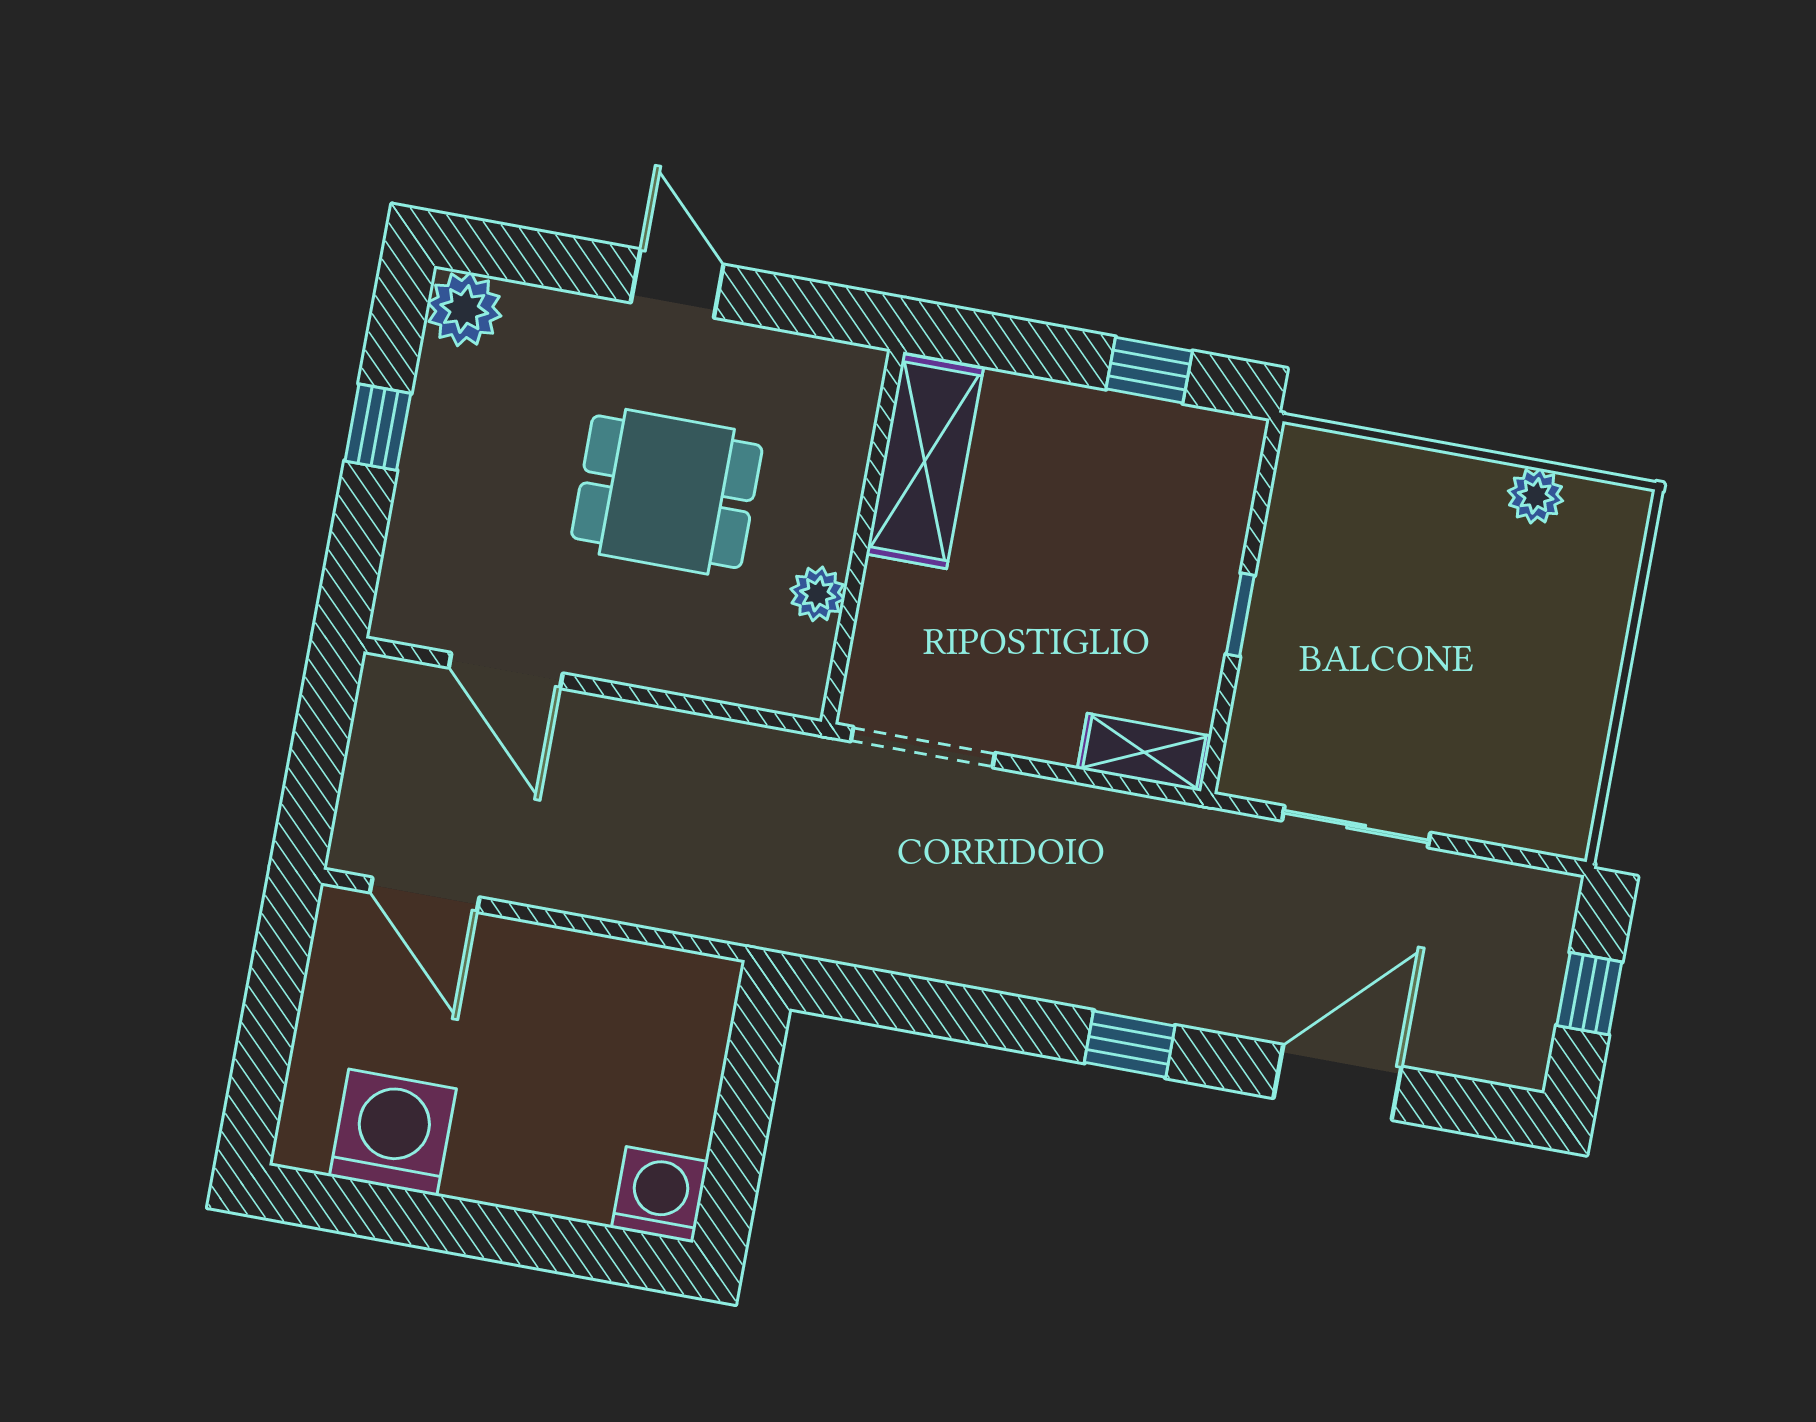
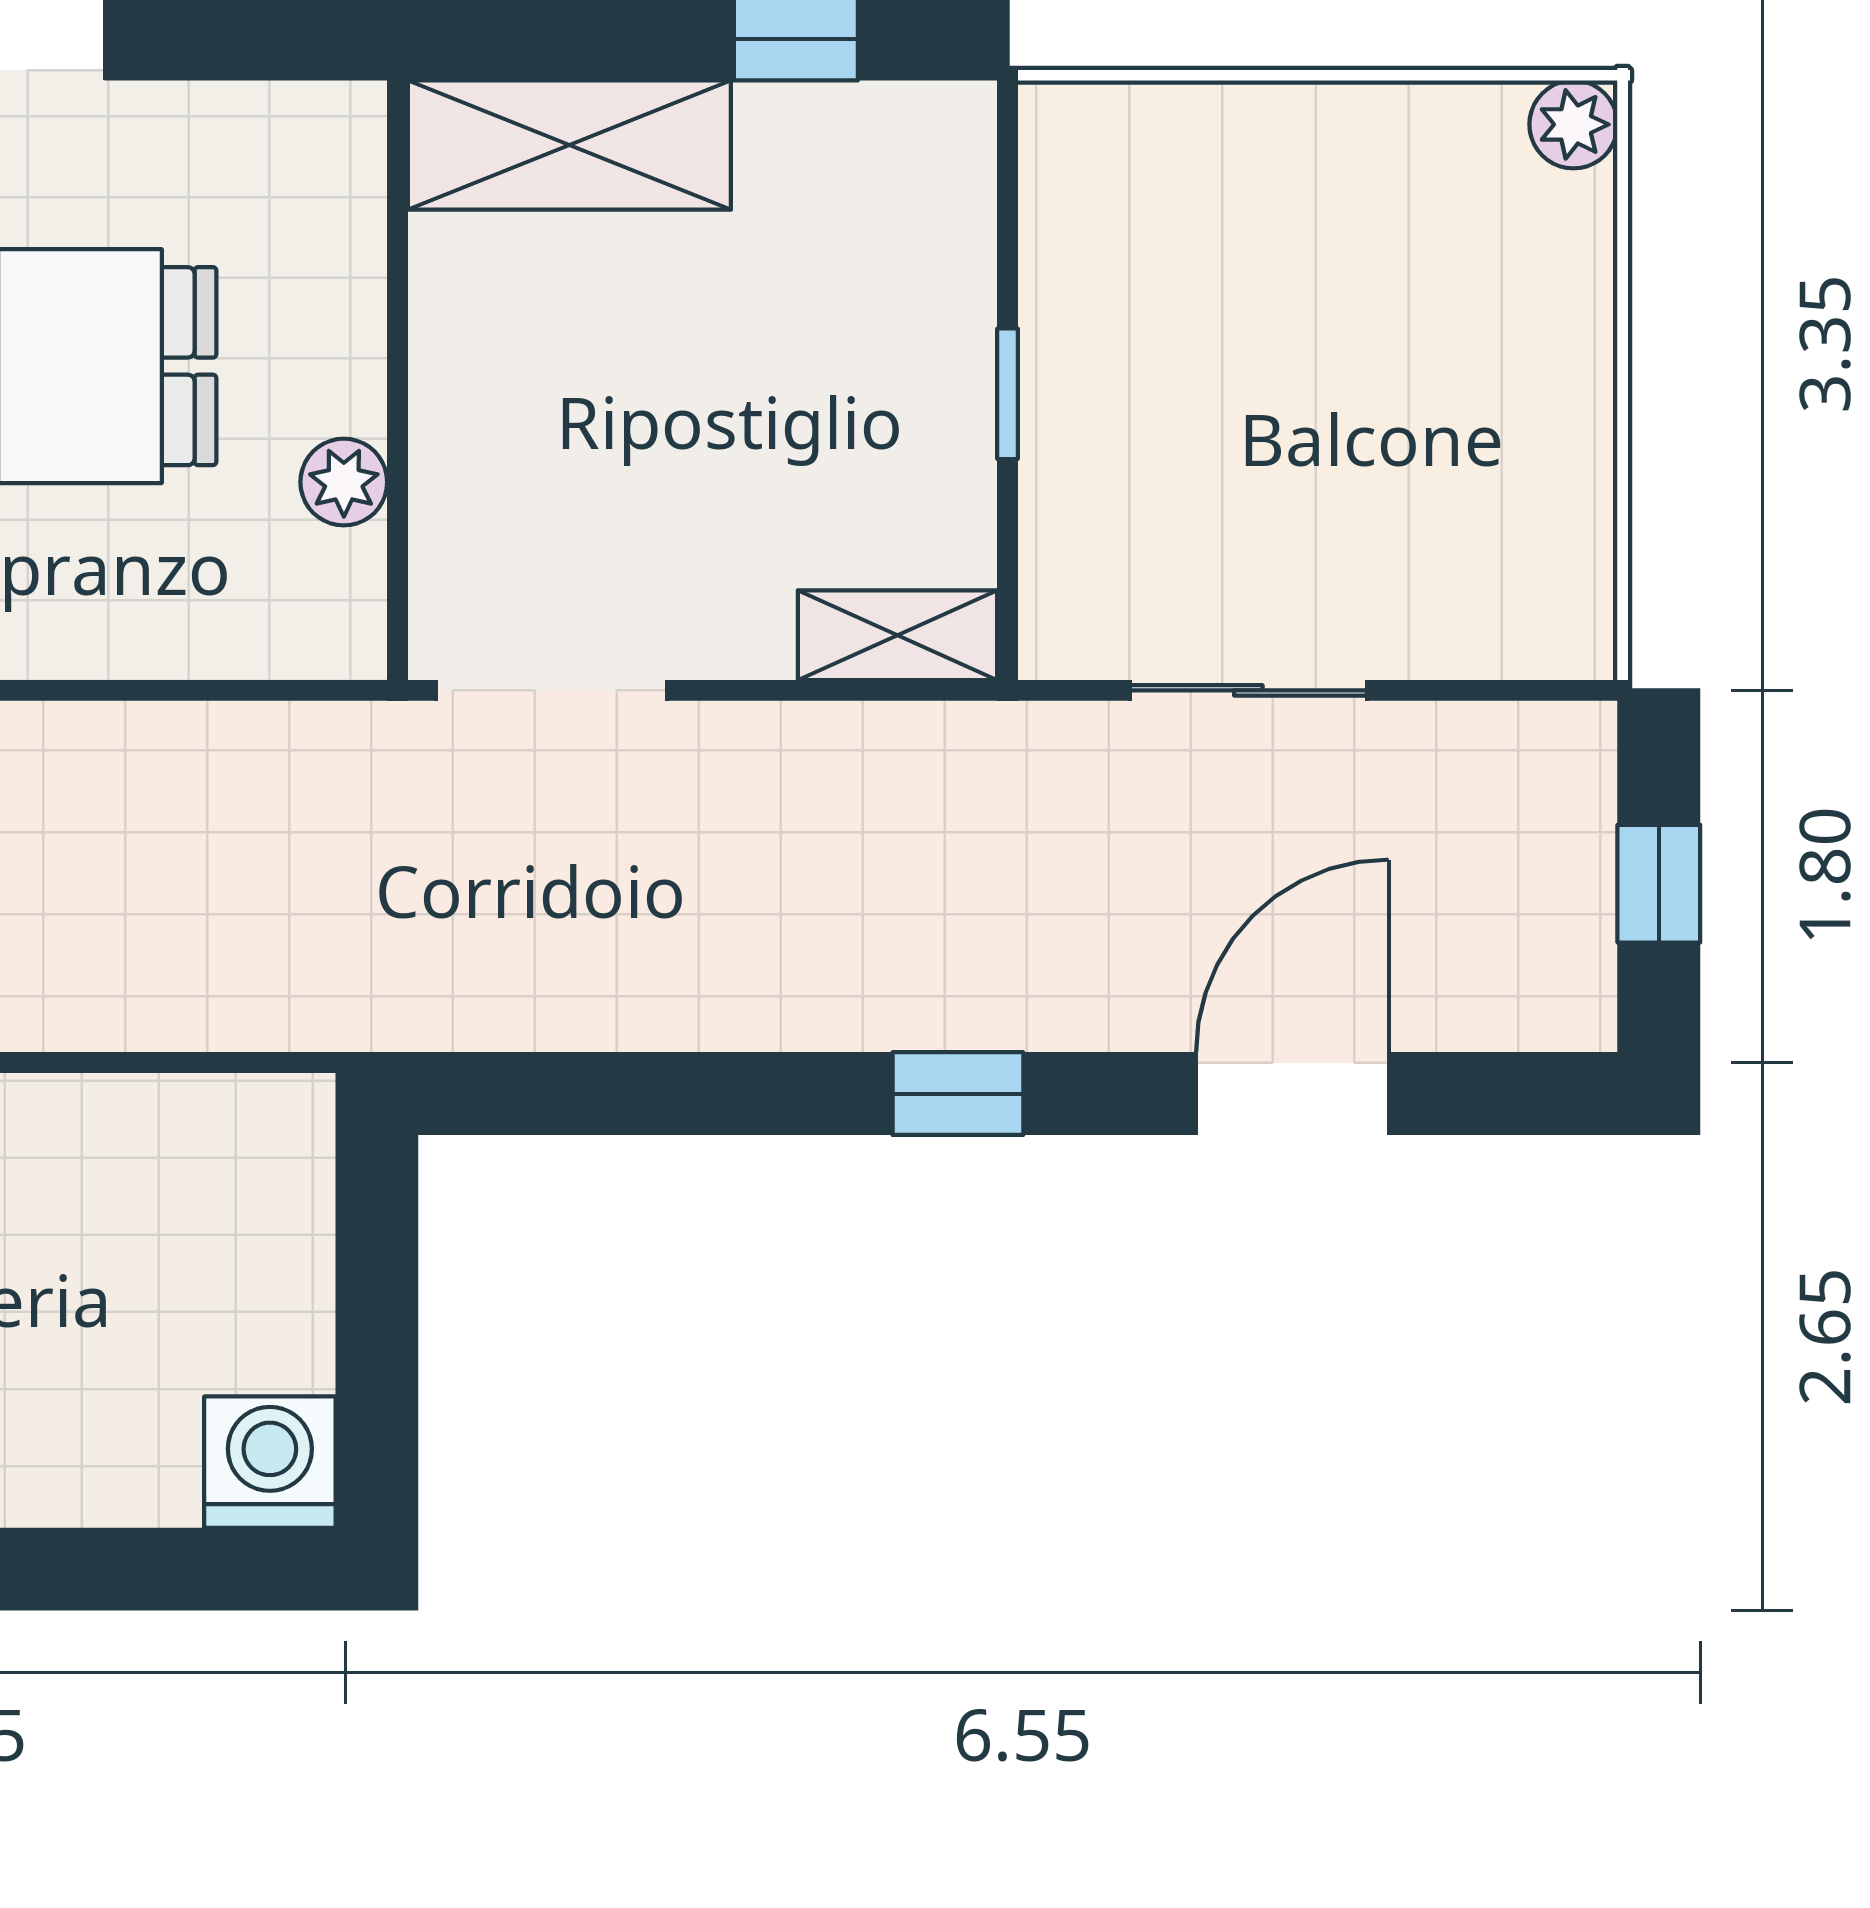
shelving: (925, 461) -> (569, 145), moved, turned 90
plant: (1536, 496) -> (1573, 124), moved

